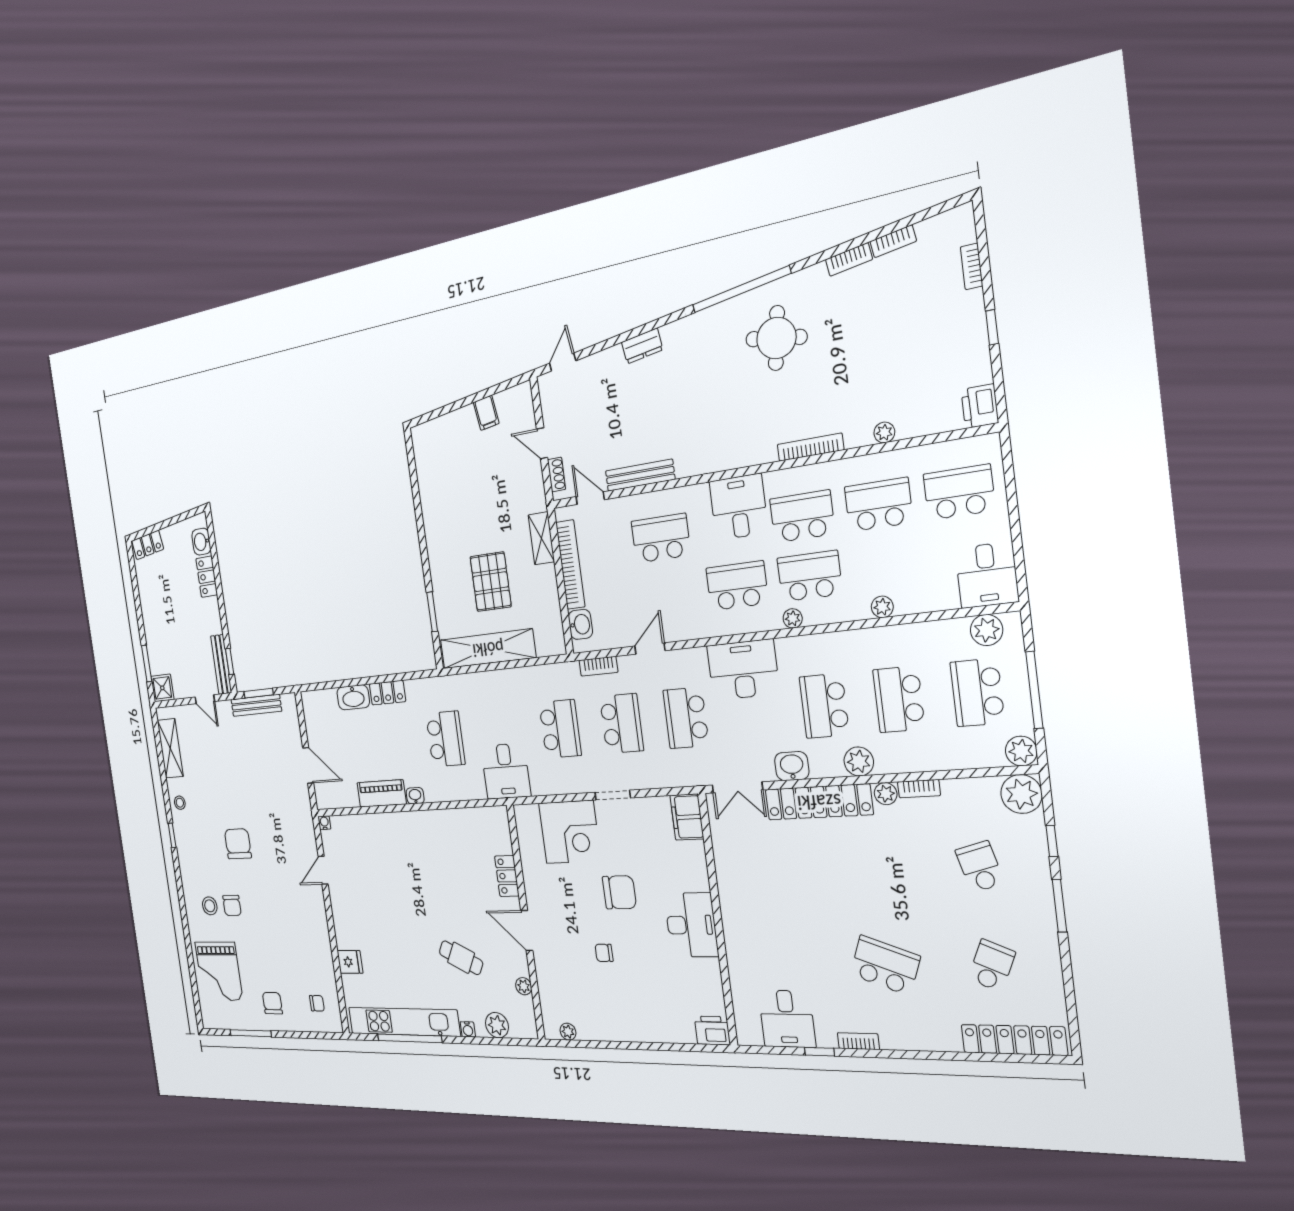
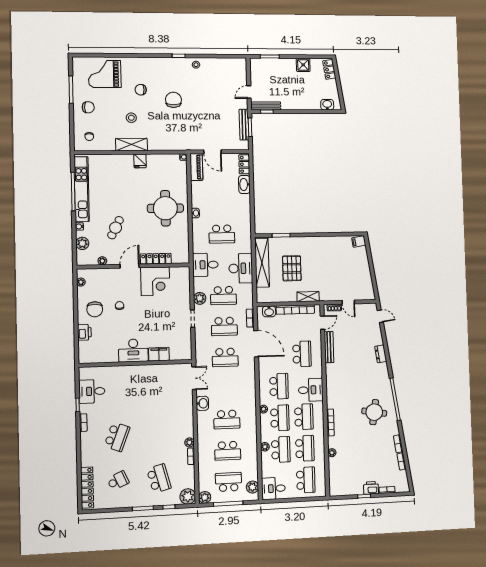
printer: (980, 406) -> (371, 488), moved
filing cabinet: (486, 413) -> (359, 241), moved
door: (542, 443) -> (348, 302), swing flipped
school desk: (886, 566) -> (281, 449), added
locker: (207, 577) -> (310, 105), removed
pallet: (491, 582) -> (292, 268), turned 90
door: (650, 648) -> (256, 344), width x1.88
desk: (743, 670) -> (241, 268), moved
shower: (162, 688) -> (303, 65), moved
locker: (387, 693) -> (244, 164), moved
school desk: (899, 699) -> (228, 451), turned 180
school desk: (824, 706) -> (227, 420), turned 180
school desk: (686, 718) -> (225, 357), turned 180
shelving: (170, 748) -> (131, 144), moved
plant: (859, 762) -> (200, 298), moved
door: (308, 765) -> (212, 152), hinge flipped
double door: (737, 788) -> (194, 378), swing flipped
piano: (382, 793) -> (196, 167), moved
locker: (819, 802) -> (187, 414), removed
filing cabinet: (687, 817) -> (159, 354), moved
corner desk: (570, 832) -> (155, 281), moved, turned -90
chair: (238, 844) -> (173, 100), turned -90
round table: (415, 857) -> (165, 208), added
school desk: (980, 867) -> (159, 479), width x1.85
door: (323, 870) -> (159, 152), removed
locker: (507, 876) -> (156, 259), width x1.53
chair: (619, 892) -> (95, 309), moved
stool: (210, 906) -> (131, 118), moved
fridge: (350, 962) -> (140, 161), moved
school desk: (992, 966) -> (118, 481), turned -48
printer: (712, 1030) -> (84, 332), moved

